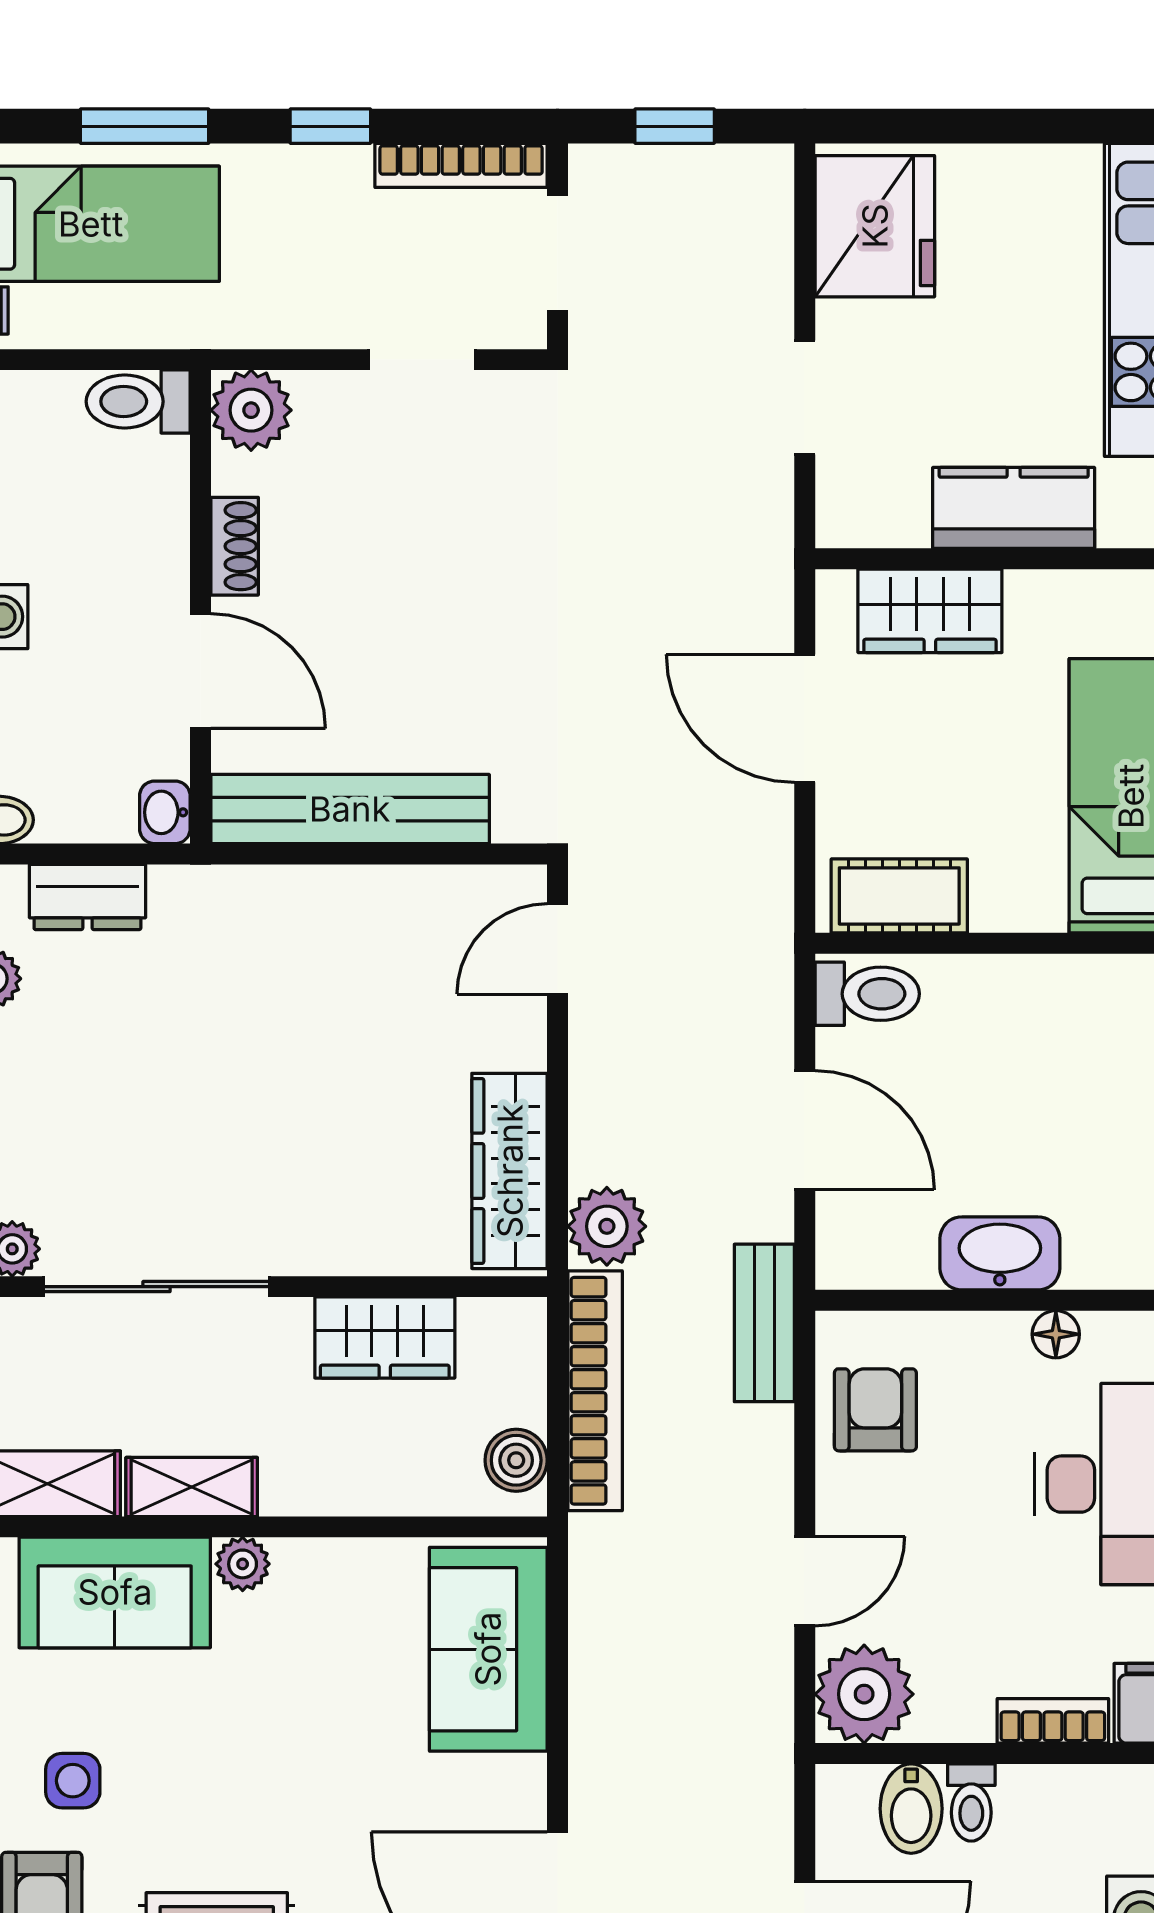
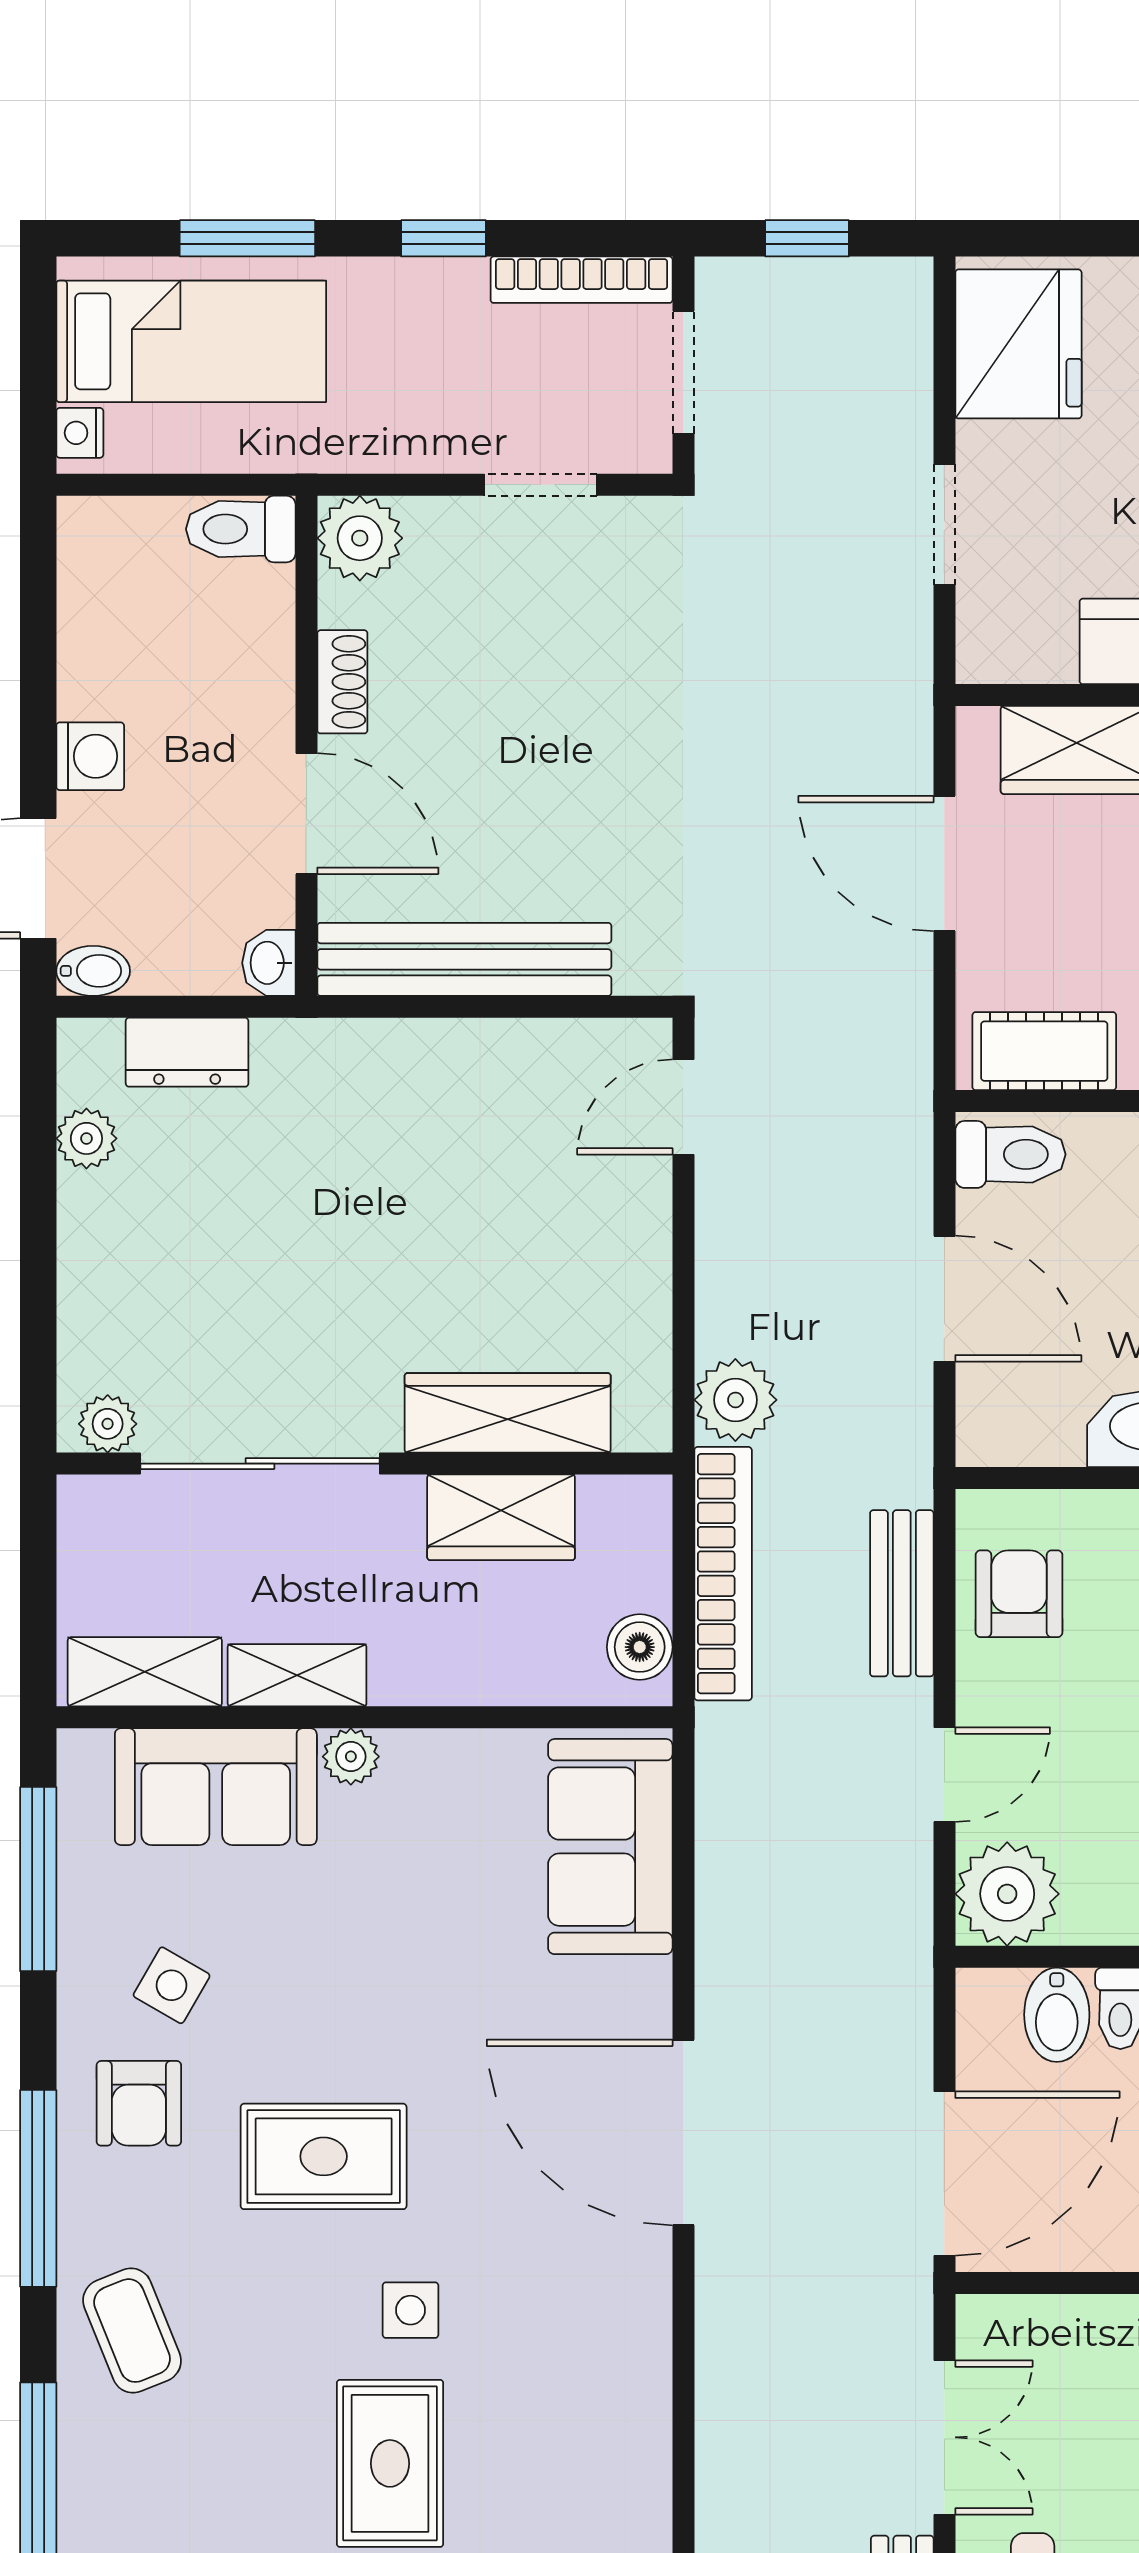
wardrobe: (510, 1171) -> (508, 1413), moved, turned 90
bench: (764, 1323) -> (902, 1593), moved
side table: (73, 1781) -> (172, 1985), turned 30

